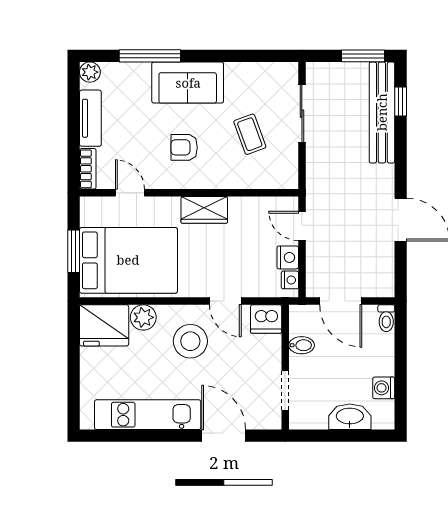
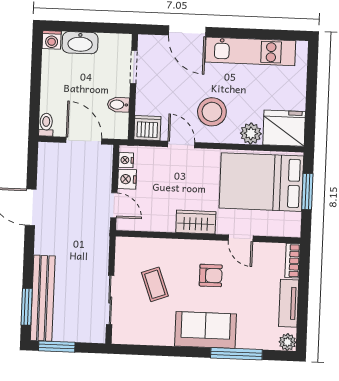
window: (401, 102) -> (27, 307), width x1.50
door: (130, 193) -> (241, 238), moved
washing machine: (384, 388) -> (52, 40), moved, turned 90

